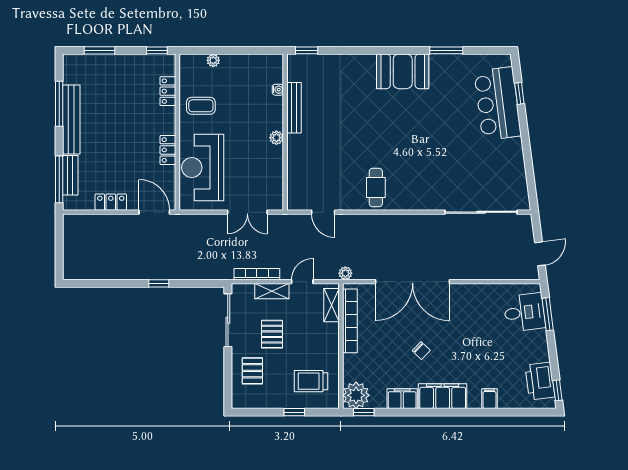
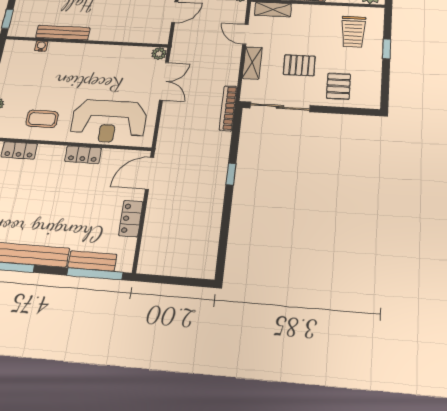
coffee table: (201, 106) -> (42, 119), turned 90
plant: (276, 138) -> (159, 54), moved
bookcase: (257, 274) -> (228, 108), moved
pallet: (252, 371) -> (338, 86), turned 90

